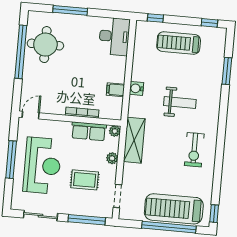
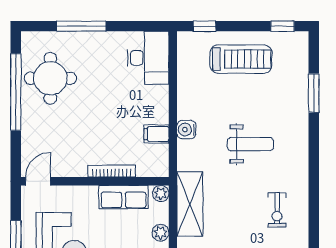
treadmill: (179, 43) -> (241, 59), turned 180
exercise bike: (194, 150) -> (277, 210), width x0.73, depth x0.72

